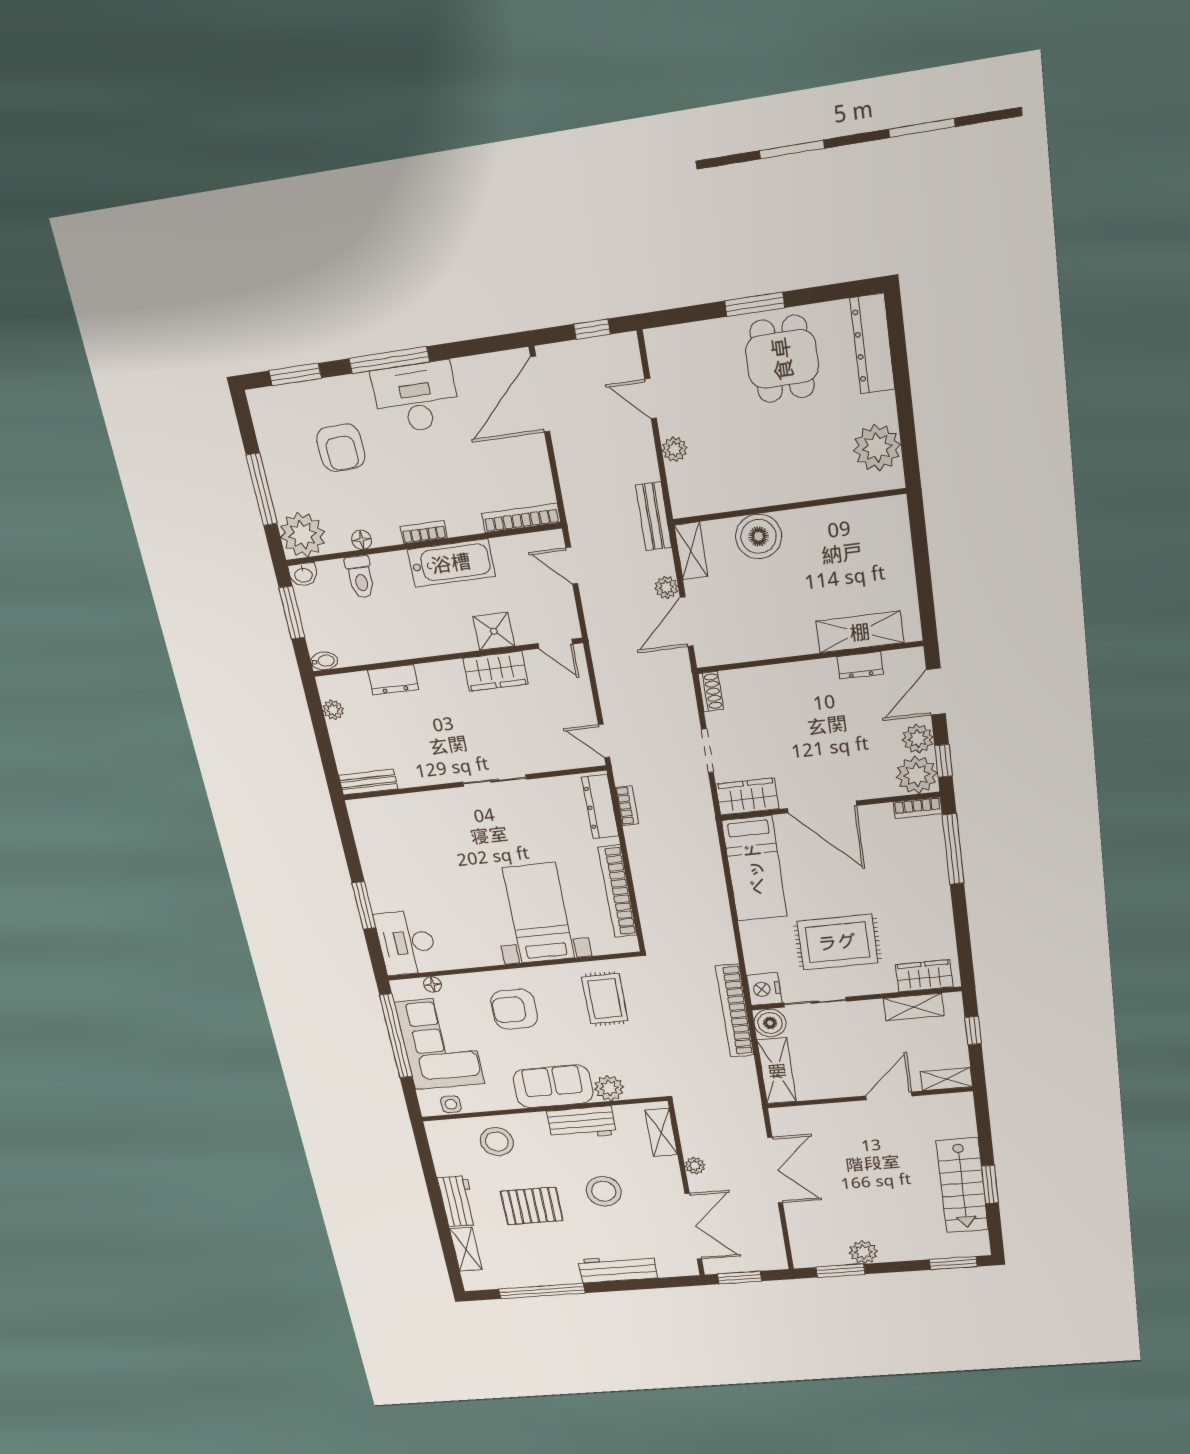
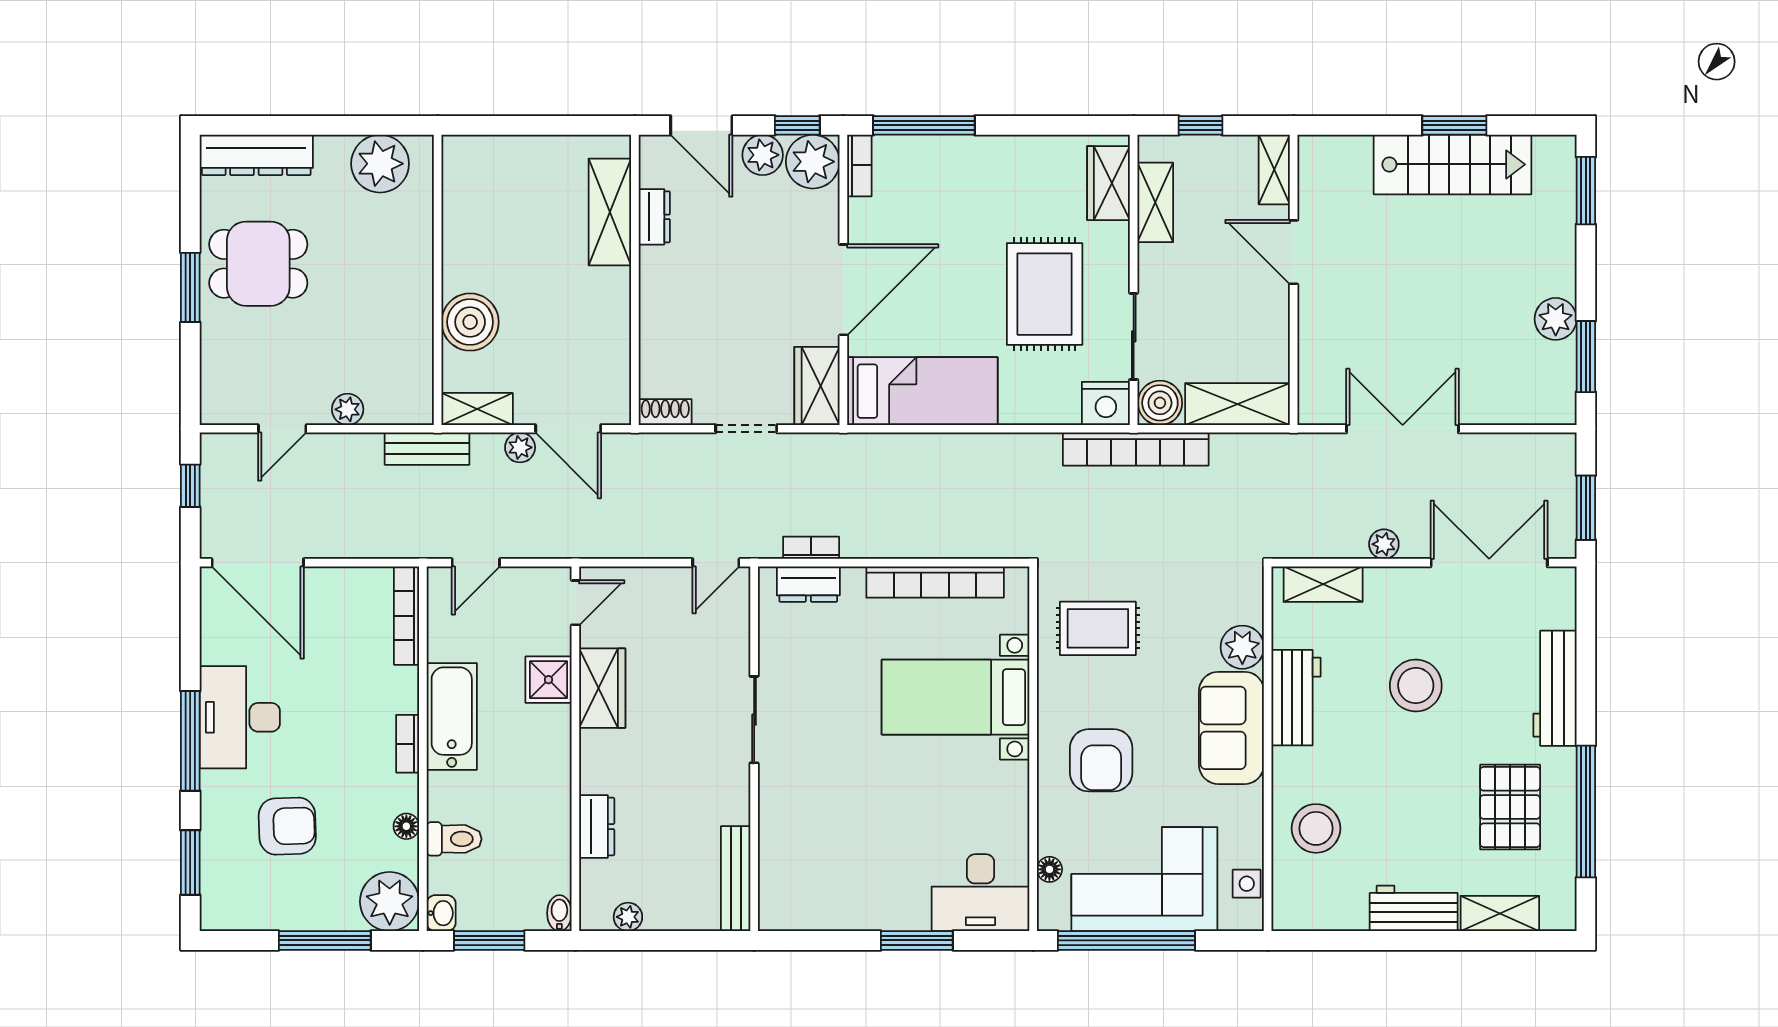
bench: (368, 782) -> (736, 879), width x1.36
dresser: (600, 807) -> (808, 584), width x0.70
pallet: (532, 1206) -> (1510, 807), moved

